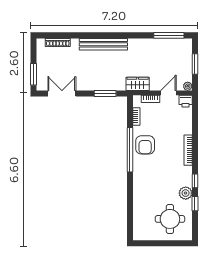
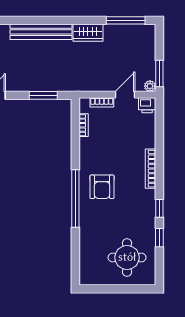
window: (195, 64) -> (159, 73), moved
wardrobe: (138, 84) -> (88, 33), moved, turned 180
armchair: (145, 145) -> (102, 187), moved
window: (130, 150) -> (75, 198), moved
plant: (186, 193) -> (147, 224), removed

